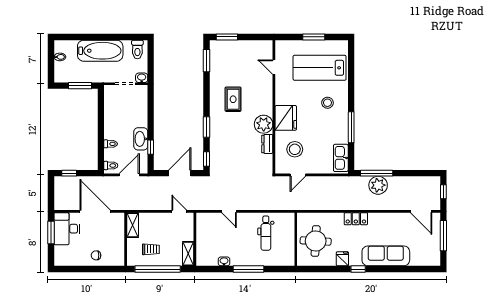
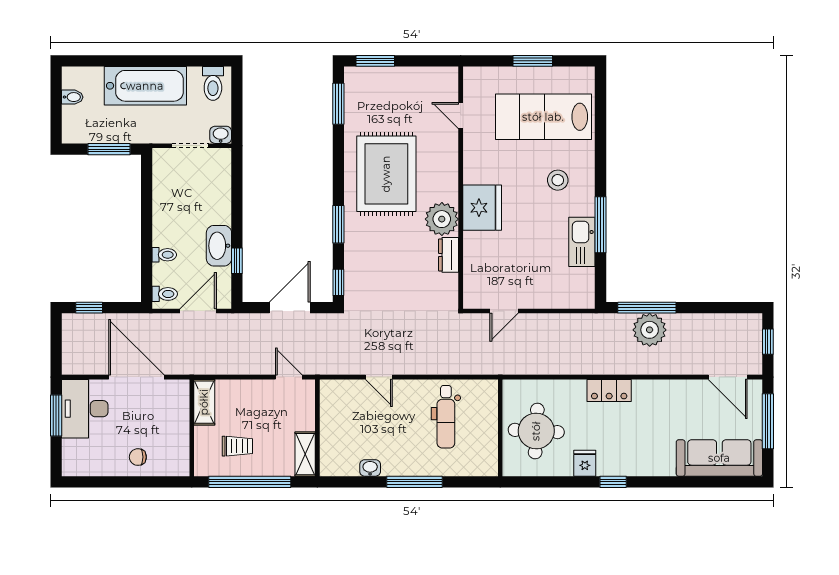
rug: (233, 99) -> (386, 174), width x1.86, depth x2.06
stool: (295, 149) -> (498, 265), removed
kitchen sink: (341, 158) -> (582, 242), moved
sofa: (386, 256) -> (719, 458), moved

